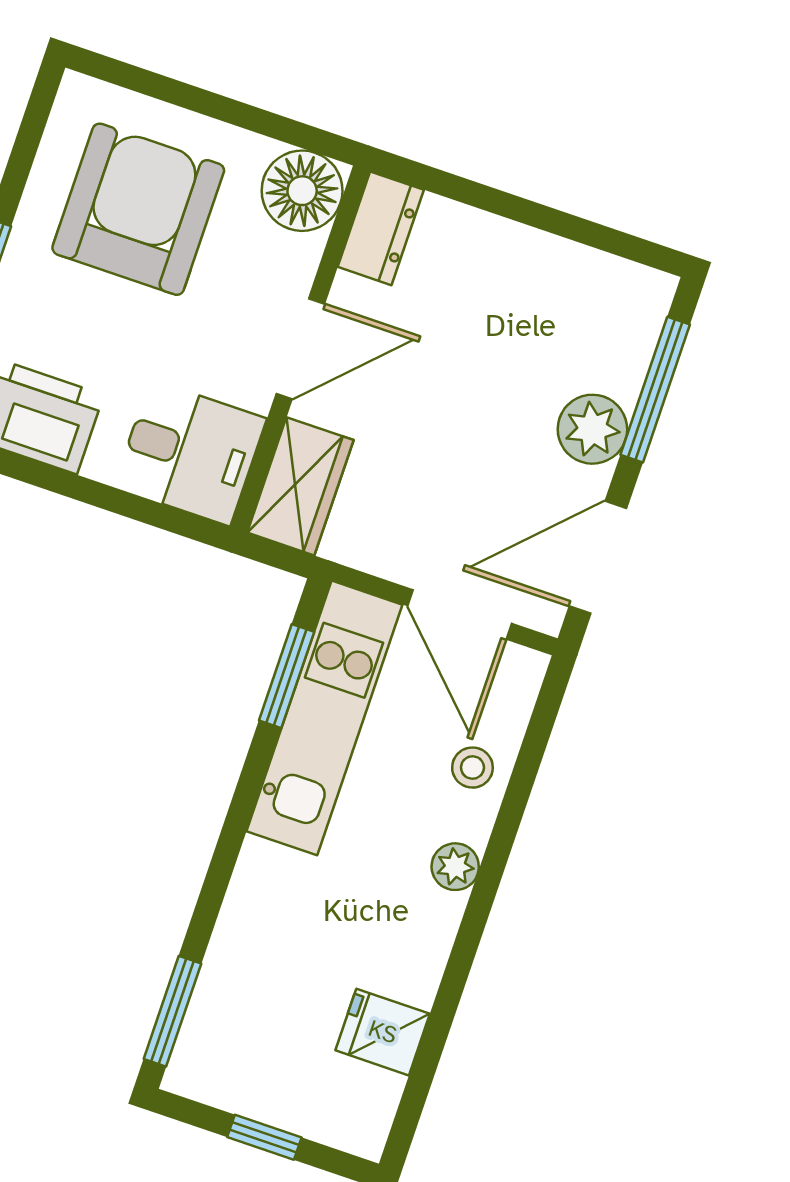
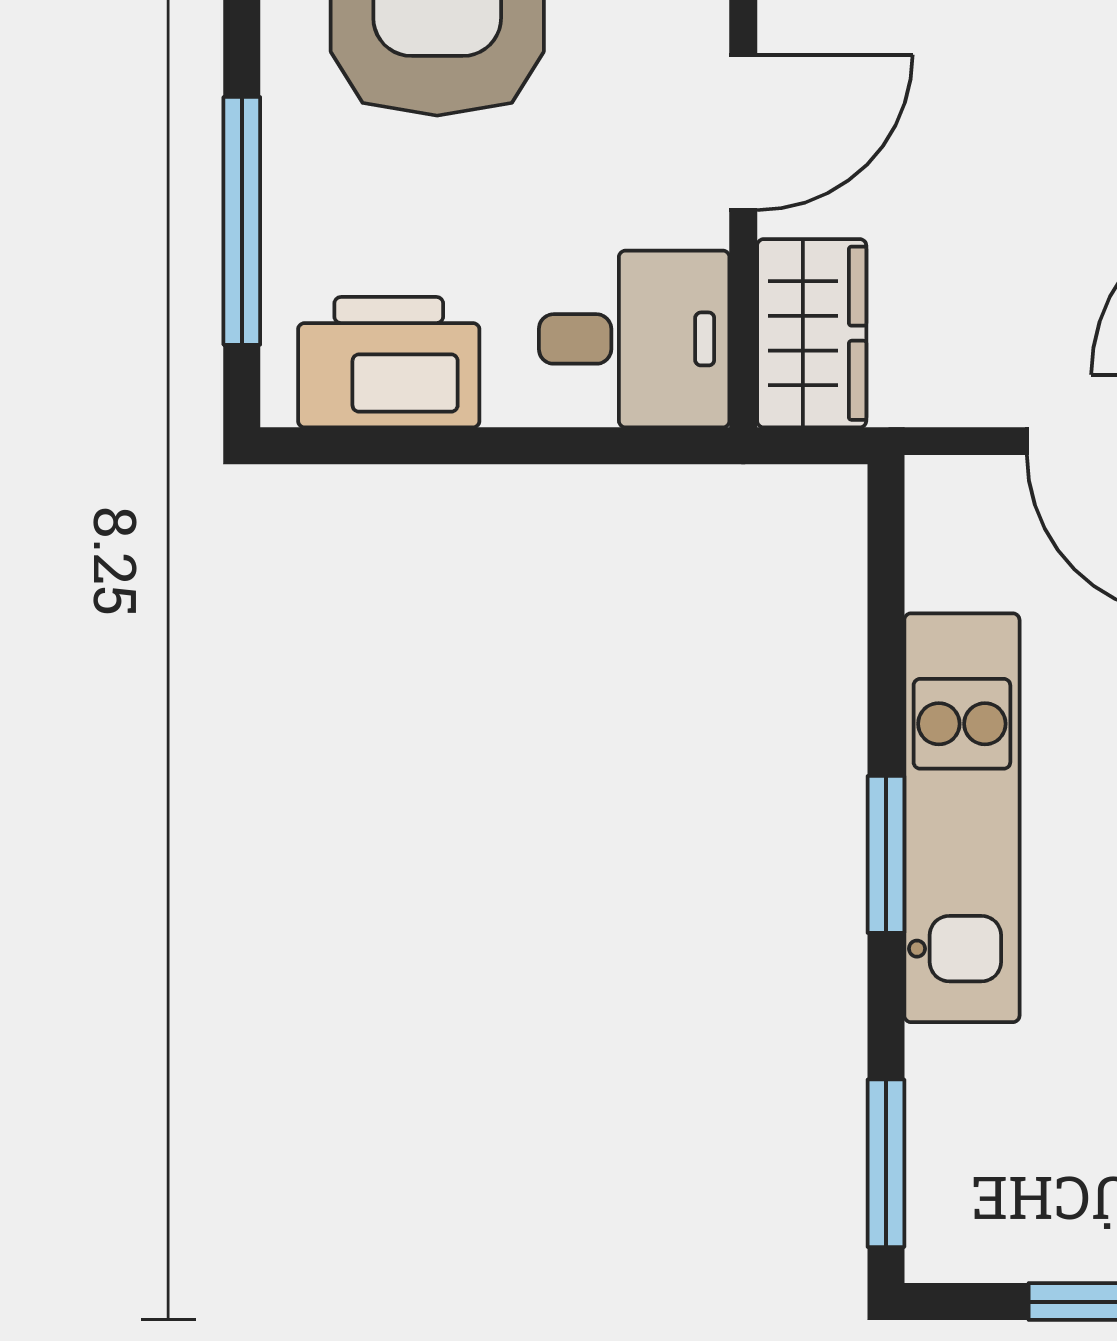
window: (287, 676) -> (886, 854), moved
kitchen unit: (324, 718) -> (962, 818), moved

